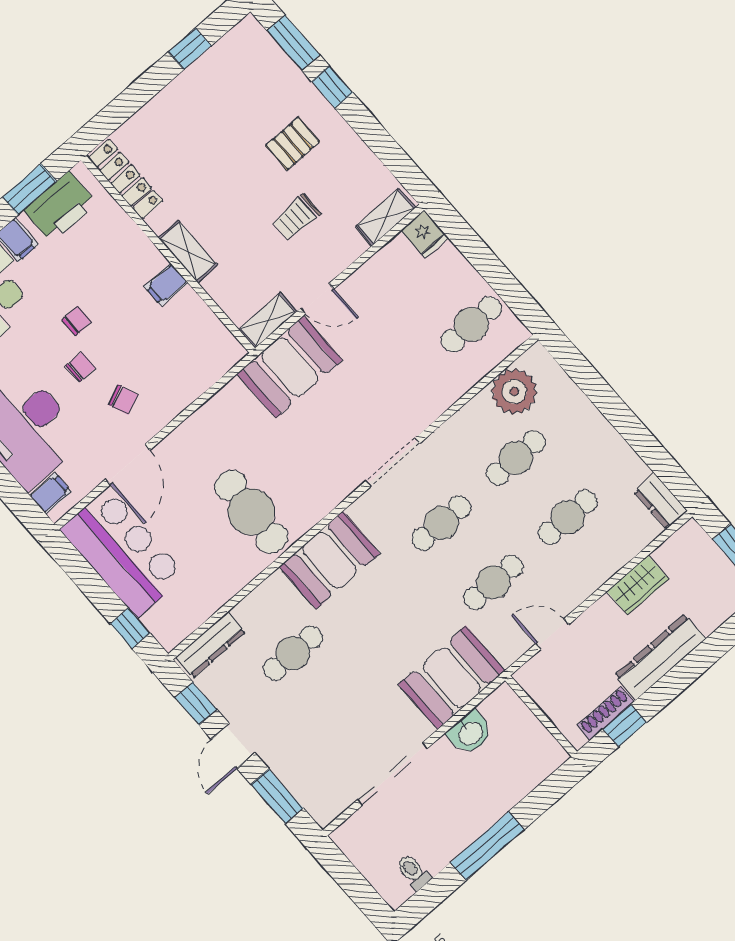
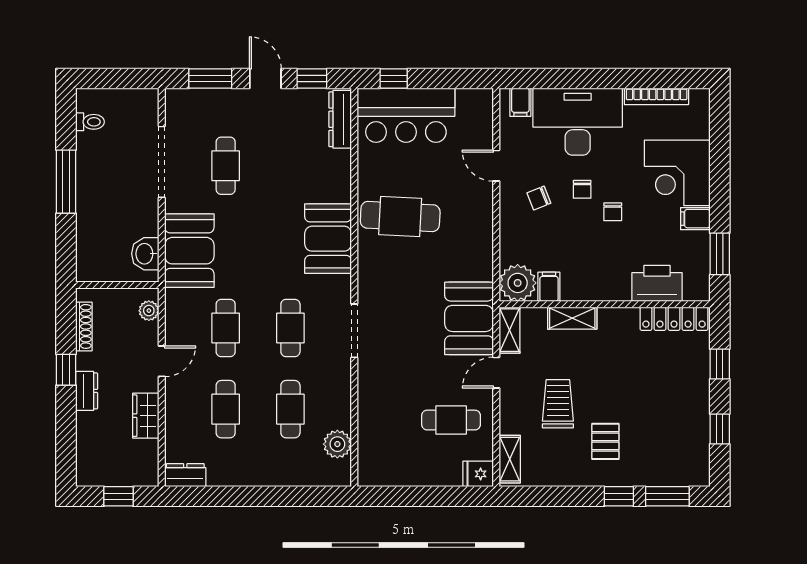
window: (130, 101) -> (720, 364), added
printer: (60, 207) -> (657, 283), moved, turned 90
trolley: (296, 217) -> (558, 404), width x1.36, depth x1.39
shelving: (188, 251) -> (572, 318), moved
filing cabinet: (166, 285) -> (549, 287), moved
cafe table: (471, 324) -> (451, 420), moved, turned 90
plant: (218, 351) -> (518, 283), added
plant: (514, 392) -> (337, 444), width x0.73, depth x0.73
door: (128, 465) -> (496, 166), width x0.73
bar counter: (123, 552) -> (406, 115), moved
door: (552, 634) -> (162, 361), moved
cafe table: (293, 653) -> (226, 166), moved
dresser: (660, 657) -> (87, 391), width x0.51, depth x0.80
plant: (539, 667) -> (149, 311), added
window: (625, 726) -> (66, 370), moved
washbasin: (470, 733) -> (145, 254), moved

